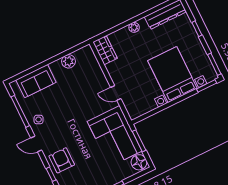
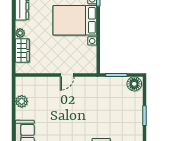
wardrobe: (105, 50) -> (22, 51), moved, turned 90
corner sofa: (115, 136) -> (103, 94), removed

